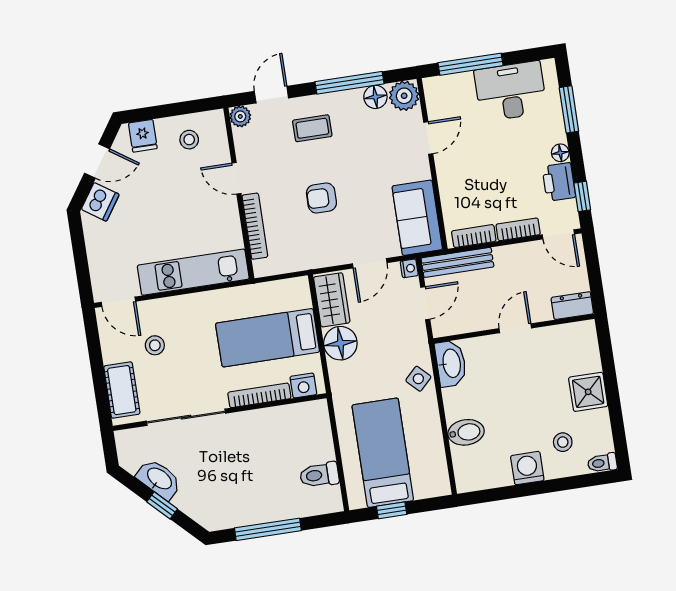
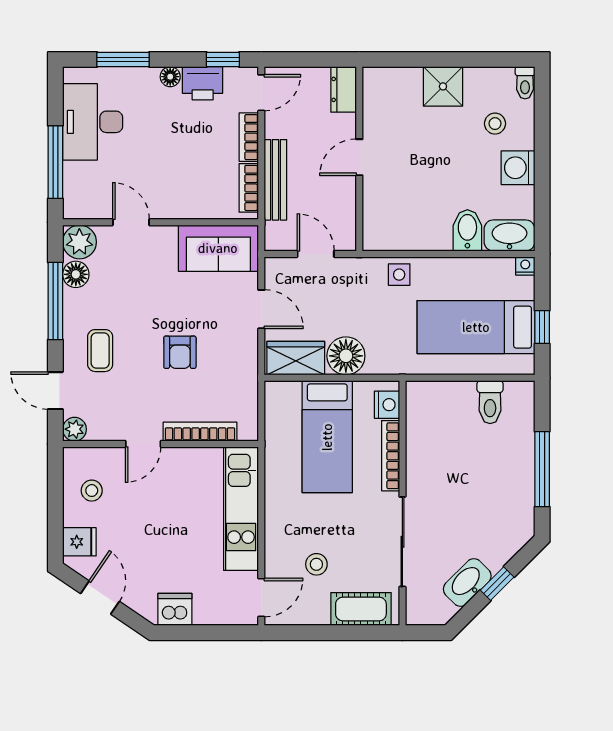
dishwasher: (100, 202) -> (175, 609), moved, turned -34
bench: (457, 262) -> (275, 180), moved
nightstand: (409, 268) -> (525, 266), moved
door: (515, 328) -> (359, 157), hinge flipped
washbasin: (451, 363) -> (509, 235), moved
side table: (418, 379) -> (399, 275), turned 45

